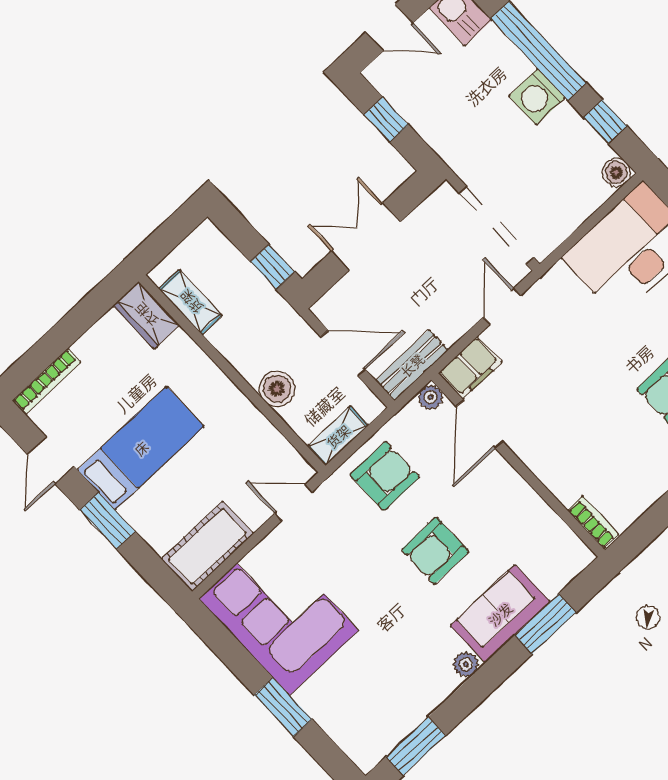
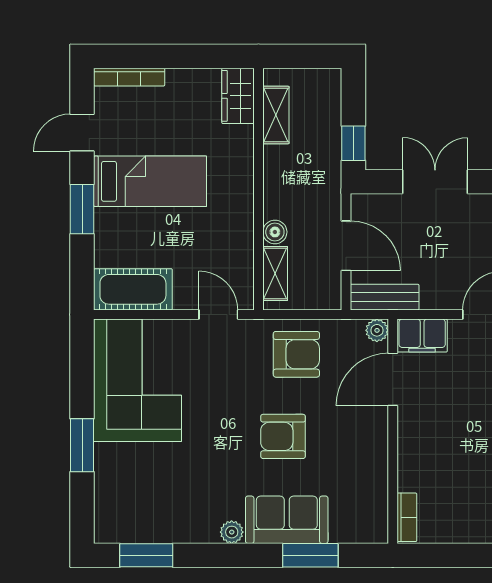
boiler: (277, 389) -> (275, 232), width x0.73, depth x0.73
shelving: (338, 436) -> (275, 273), moved, turned 90

